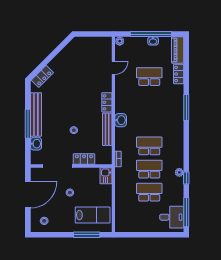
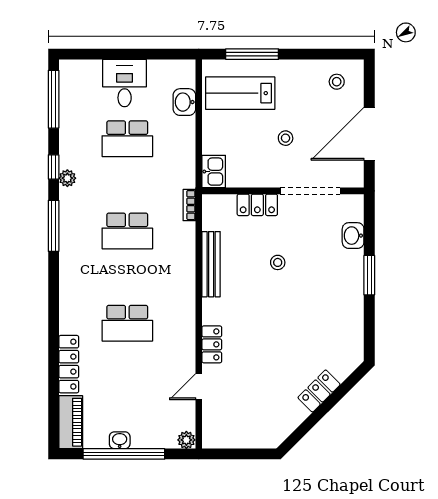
locker: (179, 74) -> (69, 364), width x1.53
locker: (42, 76) -> (319, 391), moved
school desk: (149, 77) -> (127, 323), moved
locker: (107, 102) -> (212, 344), moved
window: (186, 108) -> (54, 226), moved
bench: (36, 114) -> (353, 294), removed
washbasin: (121, 120) -> (184, 102), moved
window: (28, 124) -> (369, 275), width x0.69
school desk: (149, 169) -> (127, 185), removed
desk: (172, 217) -> (125, 83), moved, turned 90

